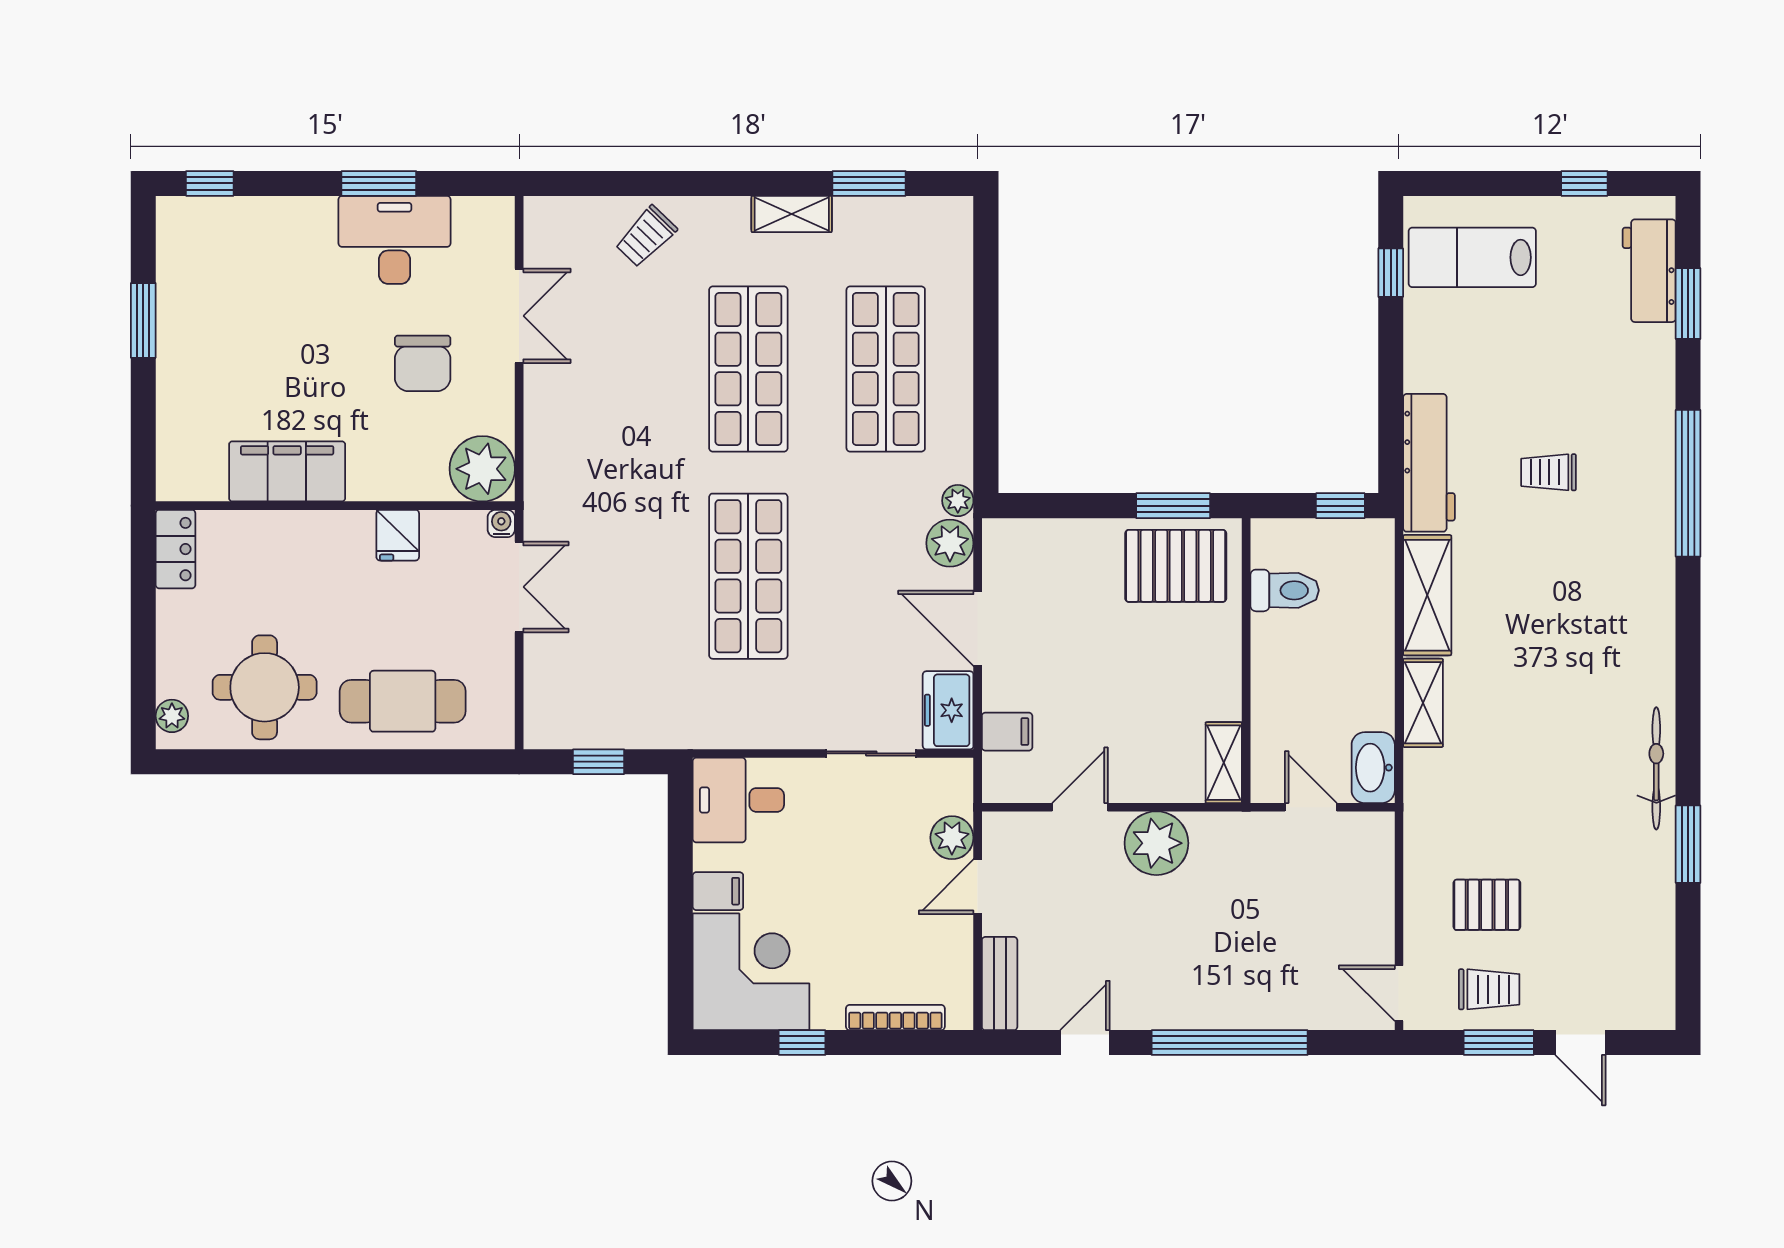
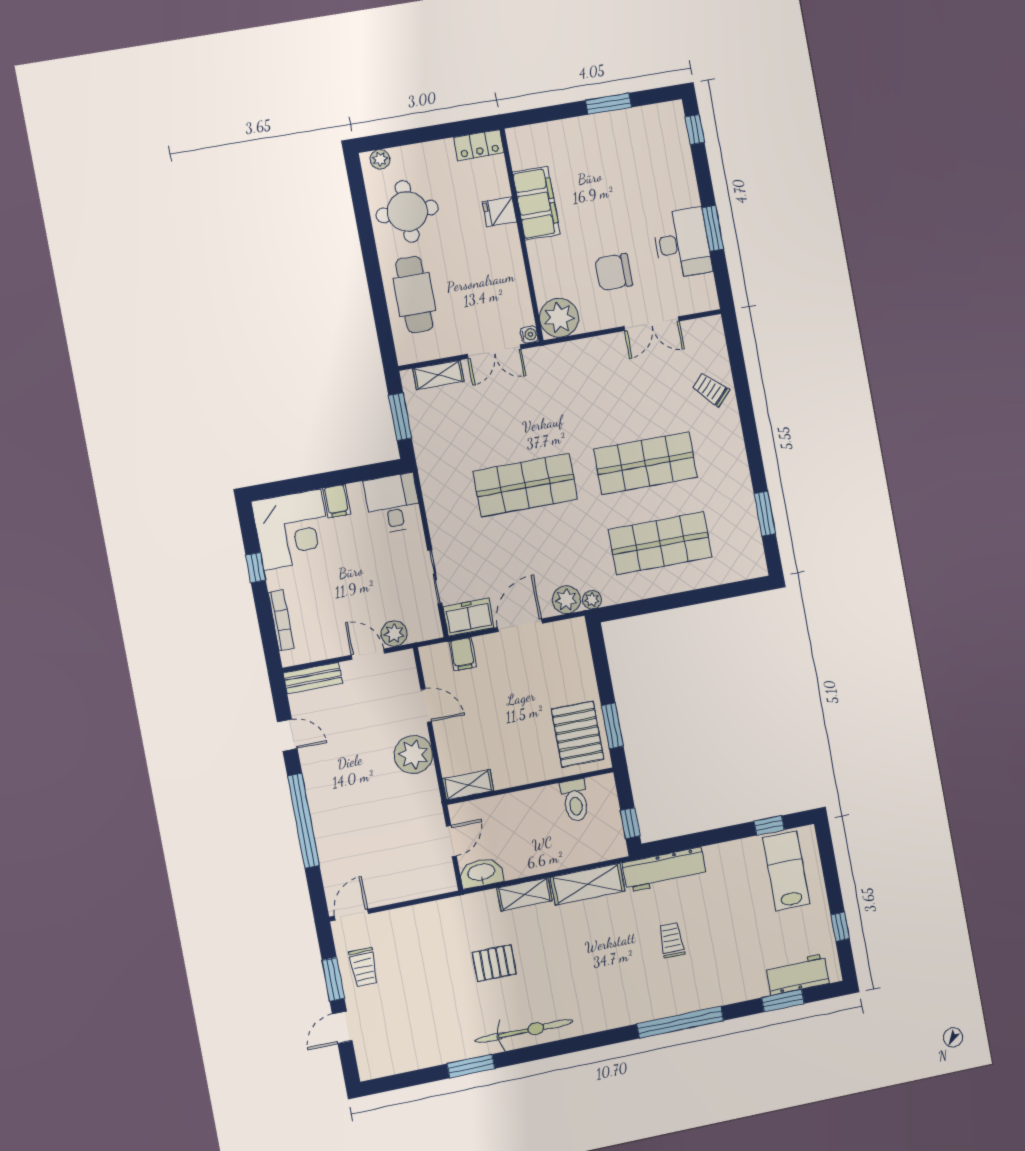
shelving: (792, 214) -> (438, 375), moved, turned 90
fridge: (398, 535) -> (499, 212), moved
window: (599, 762) -> (400, 417), width x1.50
bicycle: (1656, 768) -> (524, 1031), width x1.37, depth x1.40
pallet: (1487, 905) -> (494, 963), moved, turned 90

